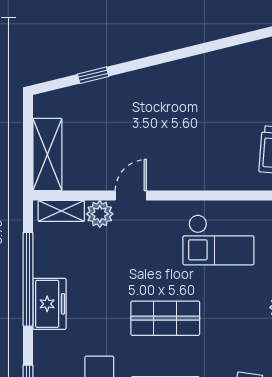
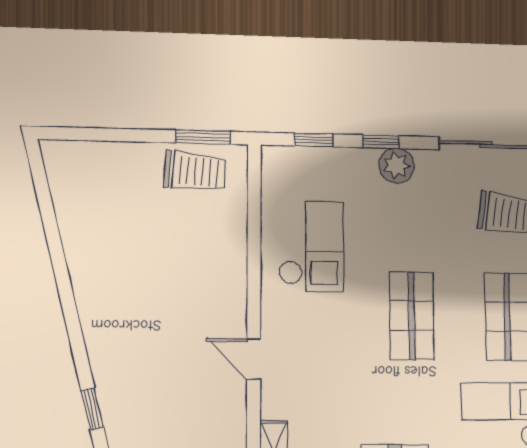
plant: (100, 214) -> (278, 400), removed

